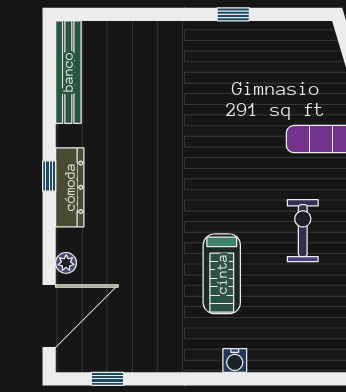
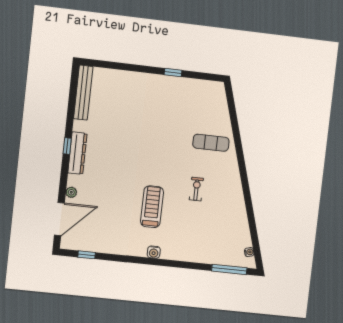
exercise bike: (303, 231) -> (196, 189), width x0.73, depth x0.72
treadmill: (222, 274) -> (152, 207), turned 180

